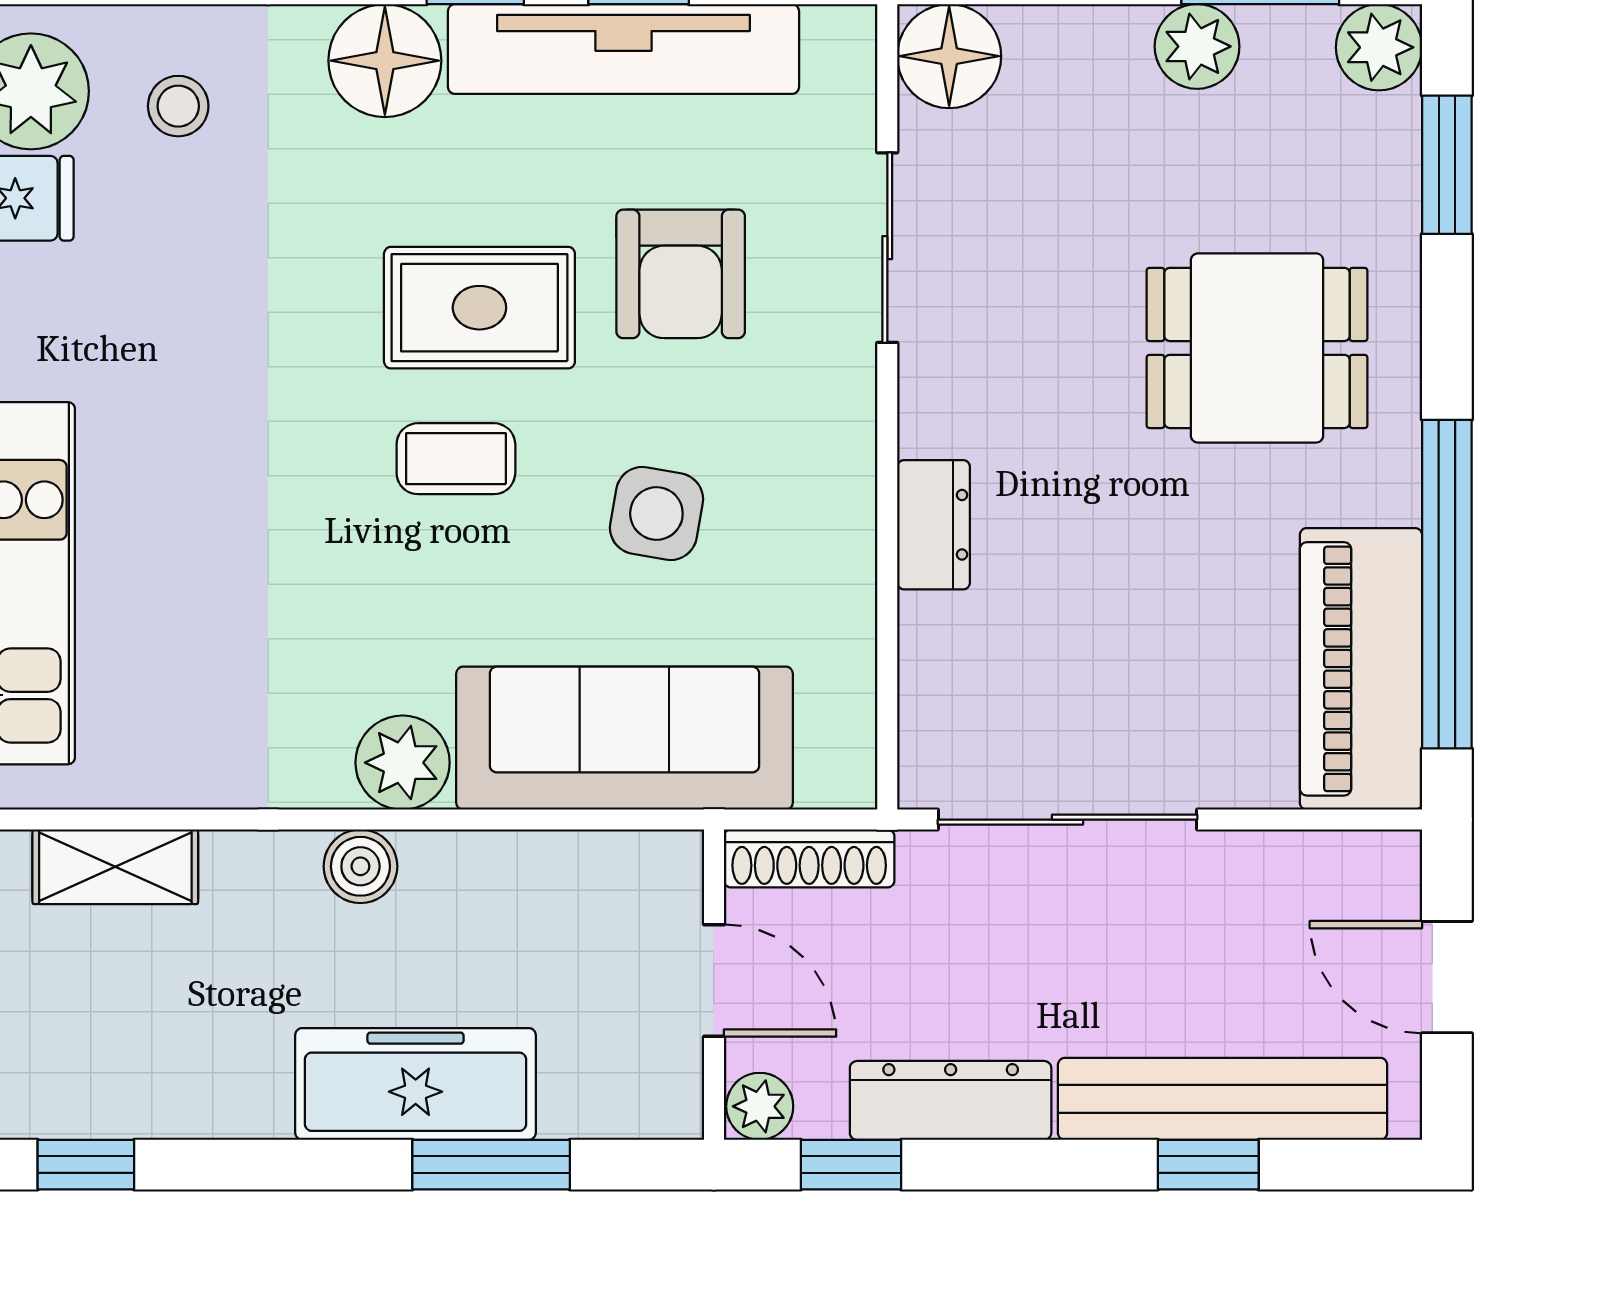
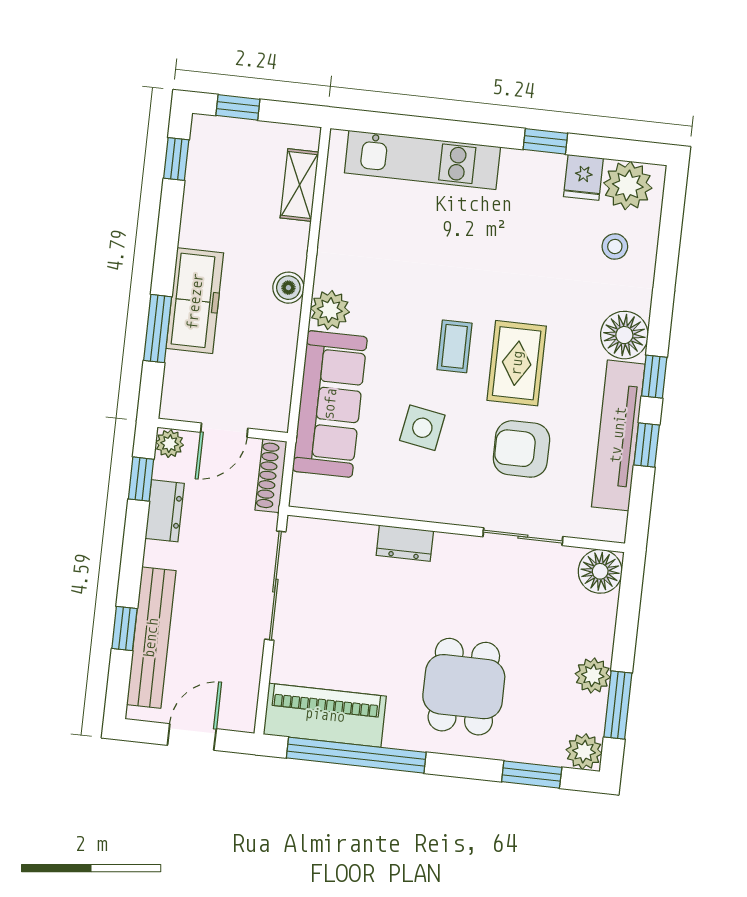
dresser: (951, 1100) -> (165, 511), width x0.70

